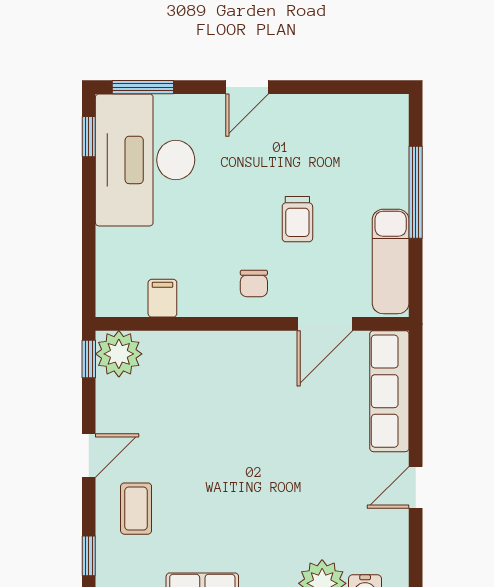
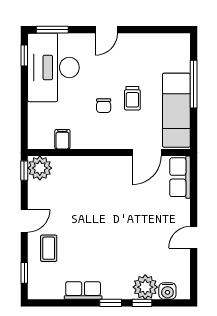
exam couch: (391, 261) -> (176, 110), width x1.36, depth x1.45
chair: (254, 283) -> (104, 106), moved
row of seats: (389, 391) -> (180, 177), width x0.68

